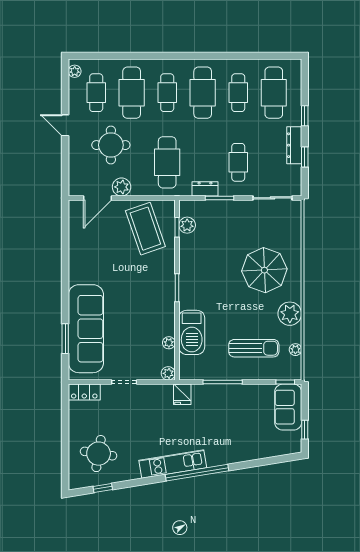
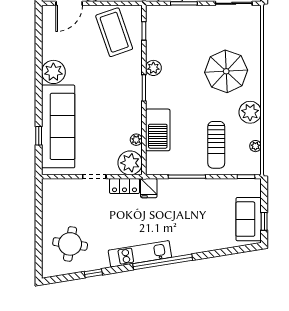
plant: (187, 225) -> (153, 68), moved
plant: (81, 271) -> (53, 72), added
window: (65, 339) -> (39, 136), width x0.67
sun lounger: (254, 348) -> (216, 145), turned 90
plant: (168, 373) -> (130, 163), width x1.88, depth x1.88
locker: (84, 392) -> (124, 186), moved
sofa: (288, 407) -> (249, 219), moved
window: (103, 488) -> (93, 273), moved

